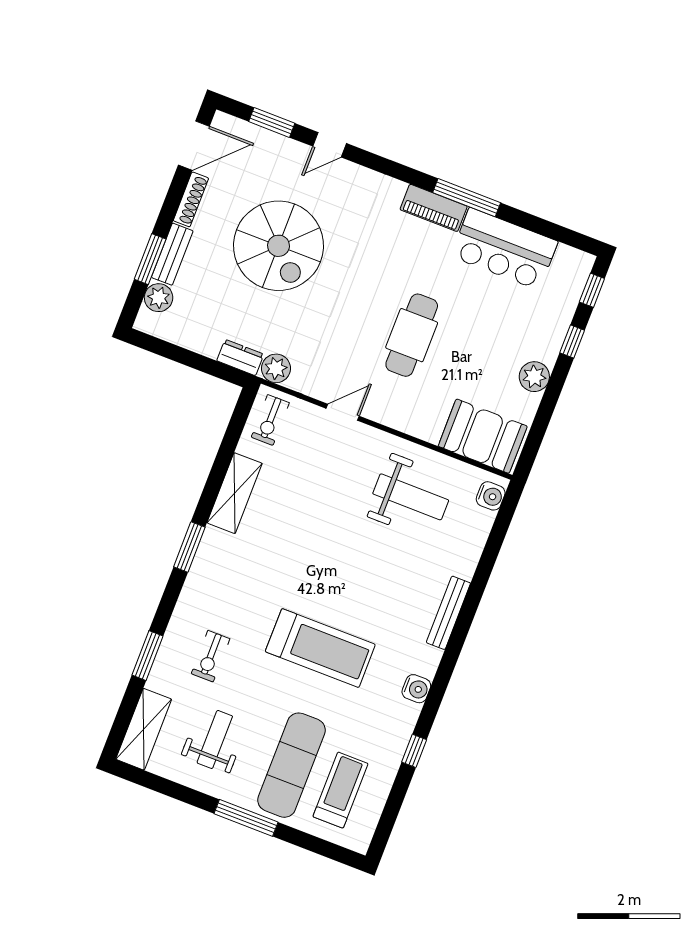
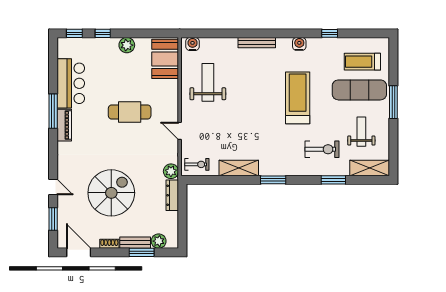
shoe rack: (191, 199) -> (109, 244), width x0.70
dresser: (240, 357) -> (172, 195), width x1.44
exercise bike: (211, 656) -> (322, 149), width x1.38, depth x1.39
weight bench: (215, 739) -> (361, 132), turned 90

